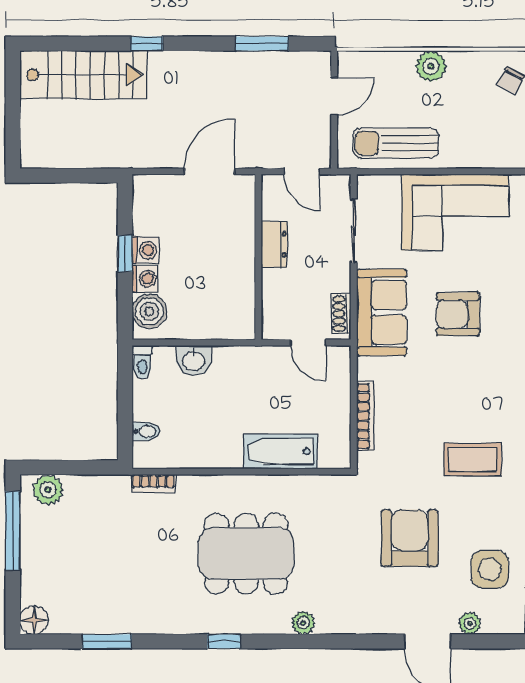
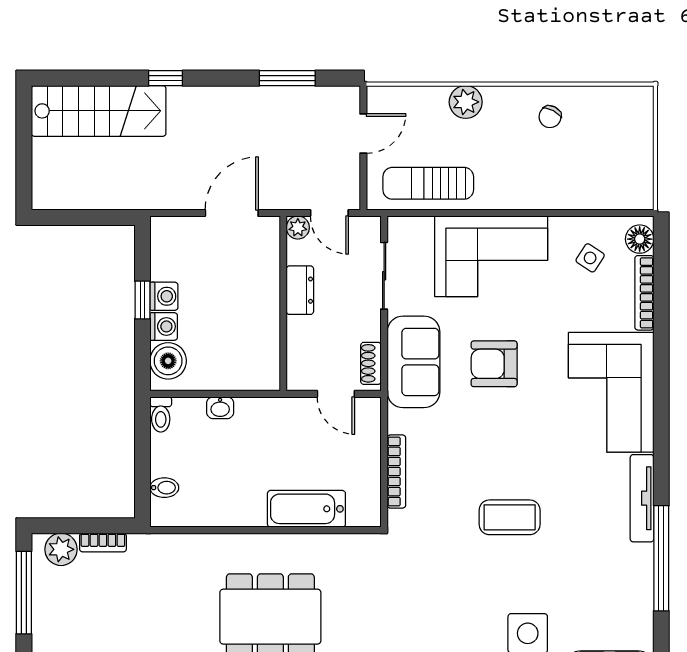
plant: (272, 185) -> (298, 228), added
washbasin: (194, 360) -> (220, 408), width x0.72, depth x0.69
bookcase: (154, 483) -> (103, 543), moved
armchair: (410, 538) -> (443, 600), removed

